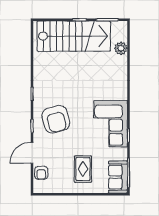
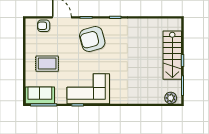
stairs: (74, 36) -> (172, 55), width x0.73, depth x0.66
plant: (121, 48) -> (171, 98), moved

